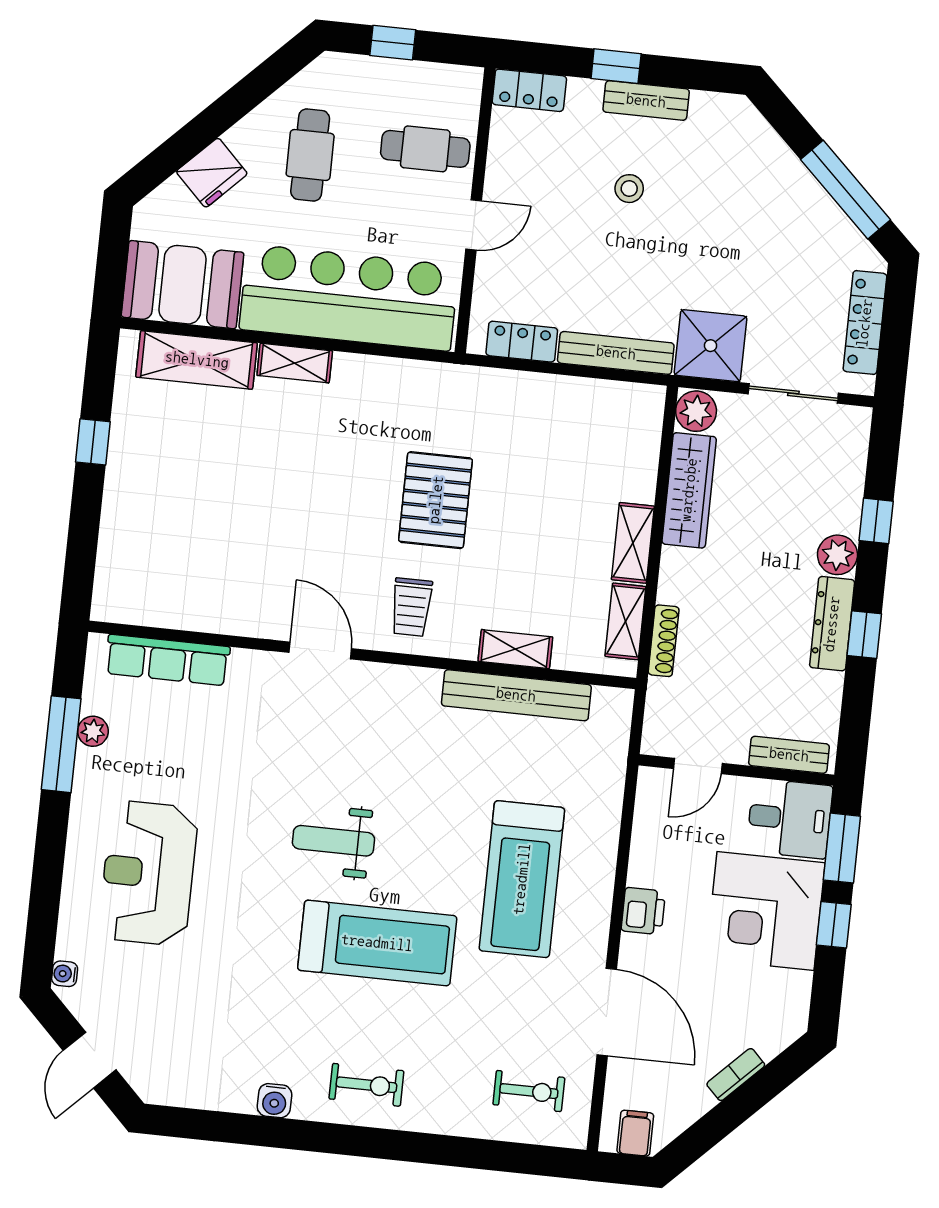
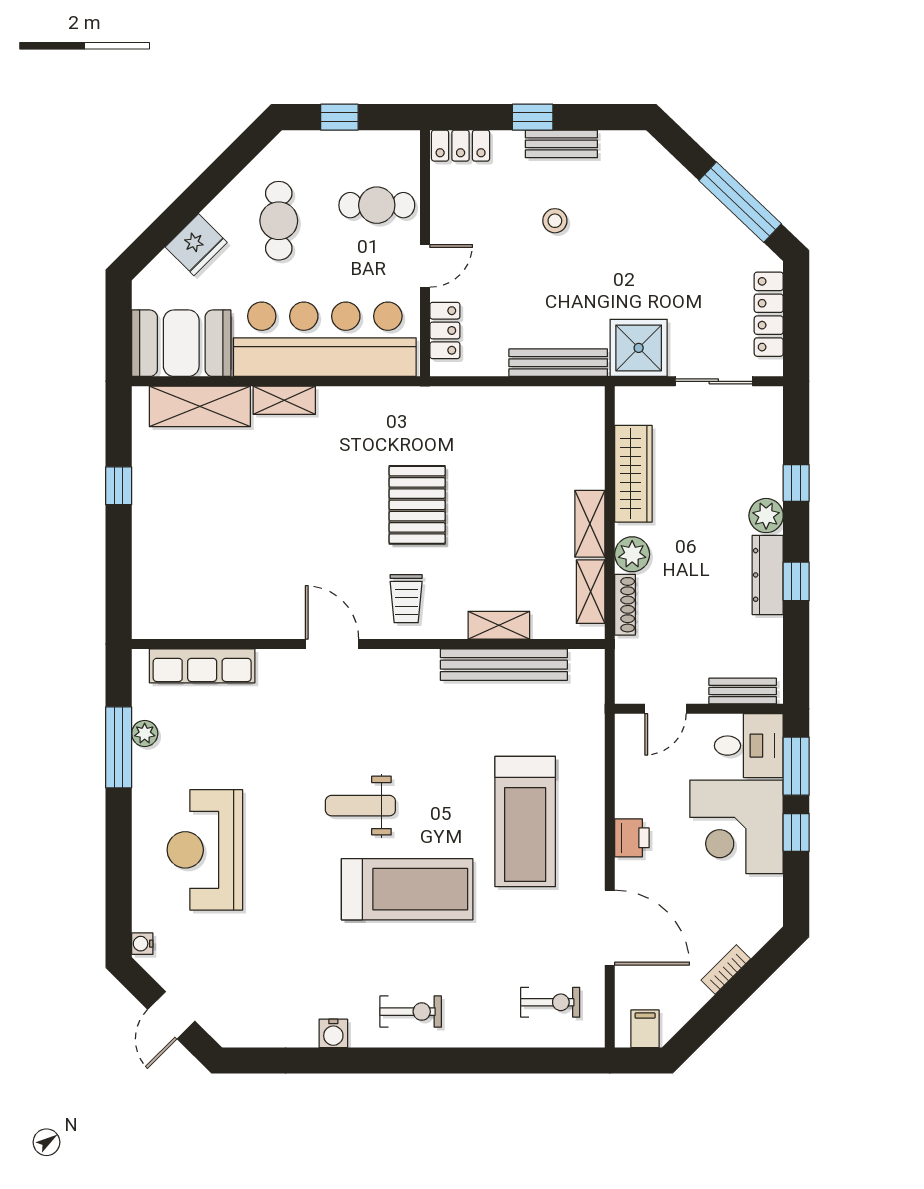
locker: (522, 342) -> (445, 330), moved, turned 90
plant: (696, 411) -> (632, 554), moved

